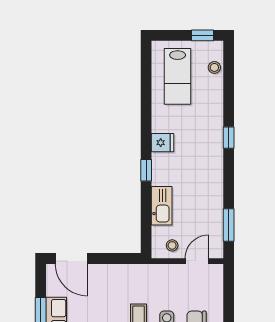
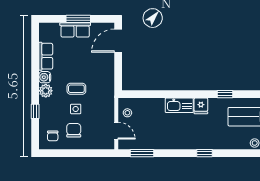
window: (146, 170) -> (225, 94), moved
kitchen sink: (162, 206) -> (179, 105), moved

